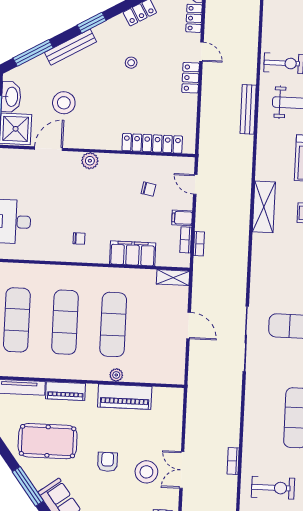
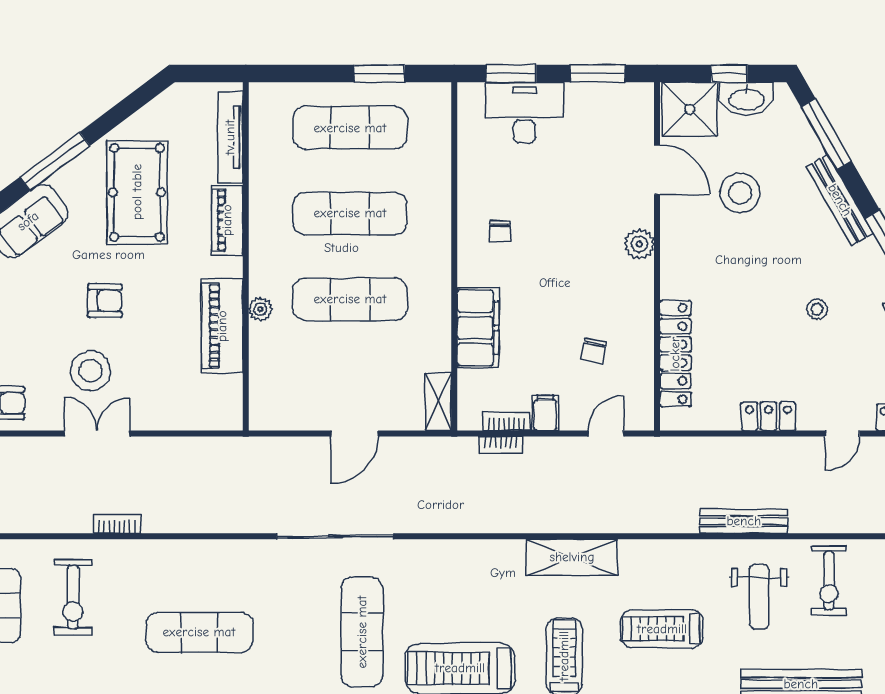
locker: (191, 78) -> (769, 416), moved

